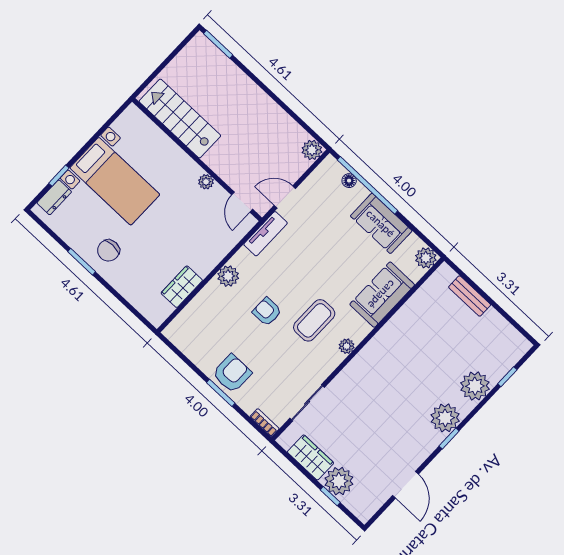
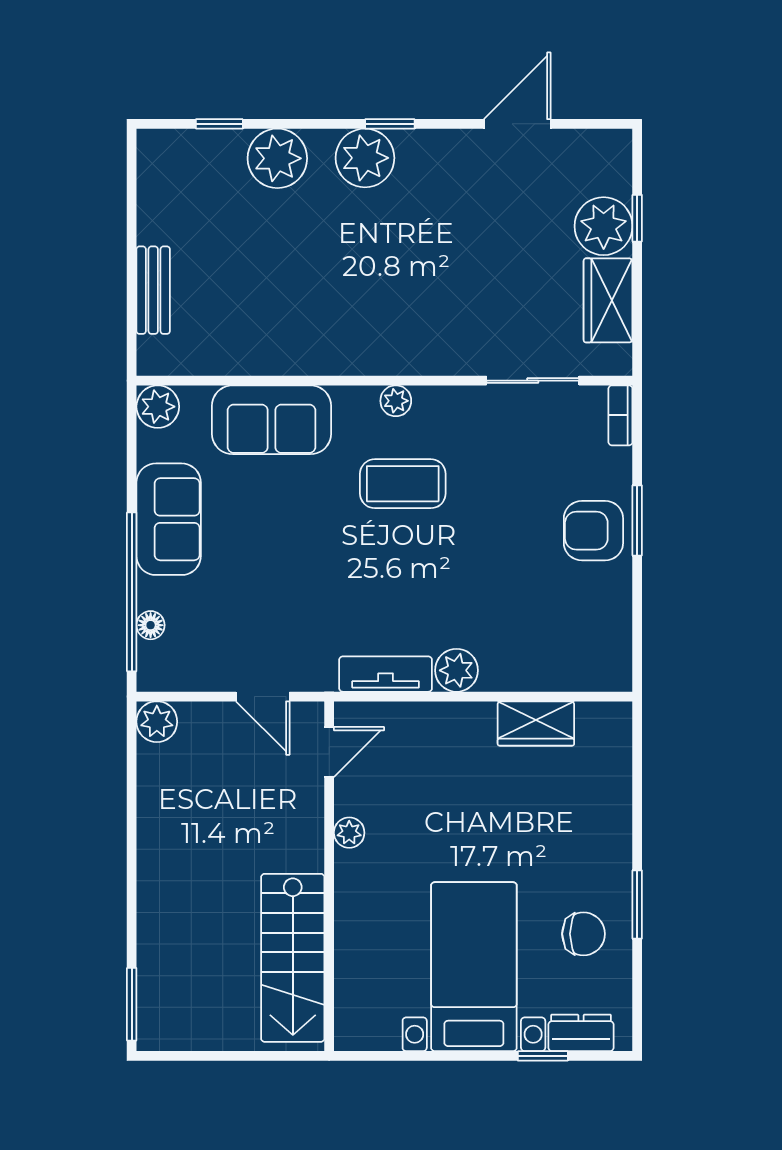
tv unit: (266, 234) -> (386, 674), moved
chair: (108, 250) -> (584, 934), moved
armchair: (267, 312) -> (455, 565), removed

